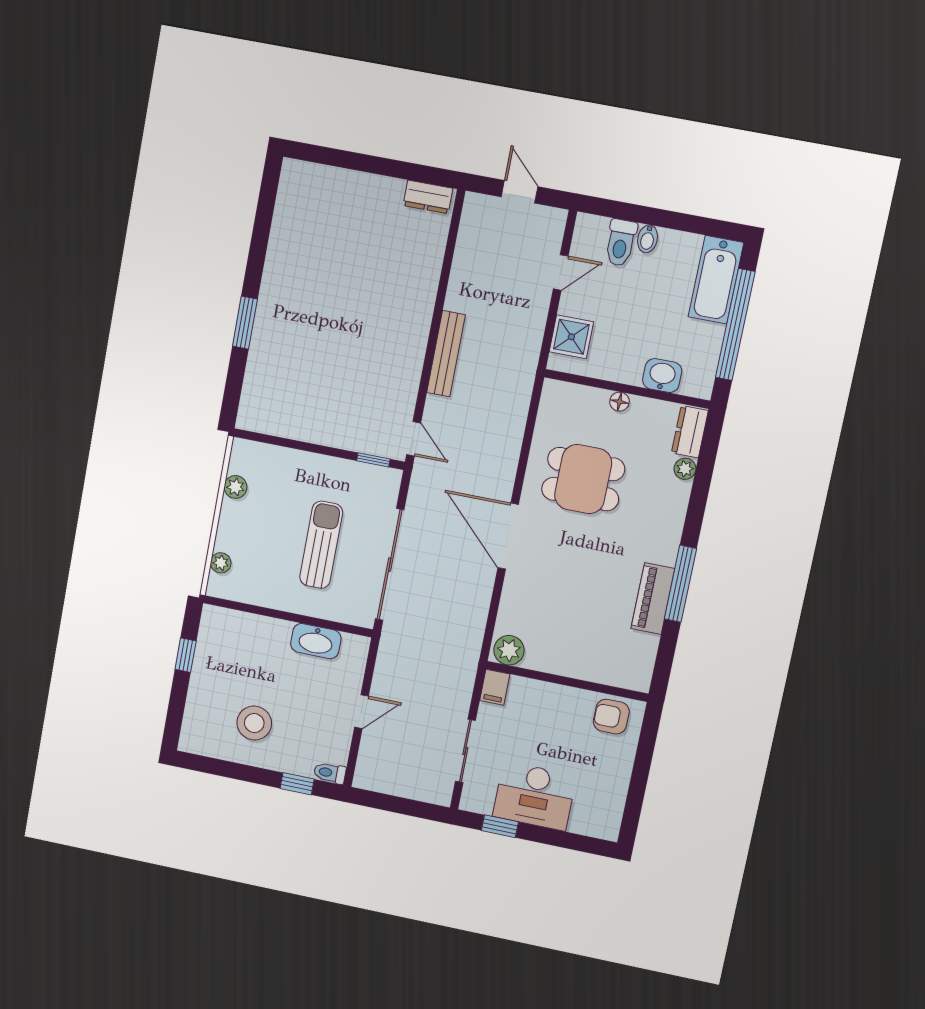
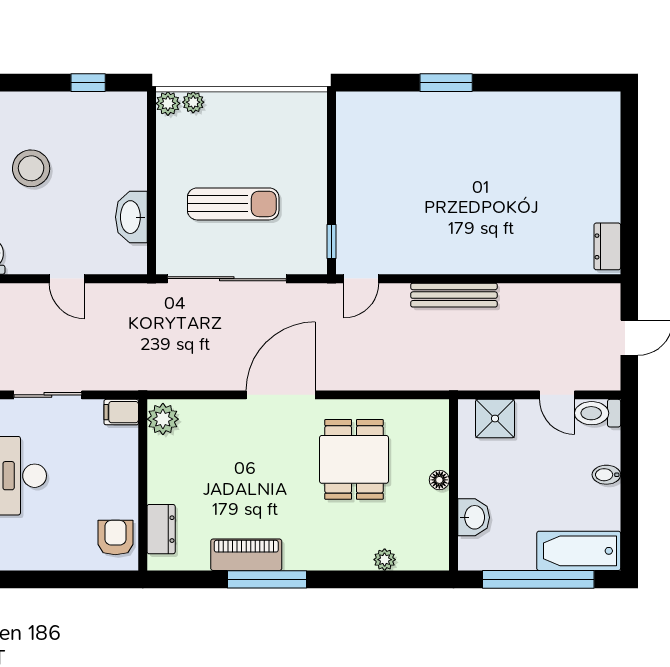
toilet: (621, 243) -> (598, 413), moved
dresser: (690, 432) -> (161, 529), moved, turned 90
plant: (235, 487) -> (168, 103), moved

